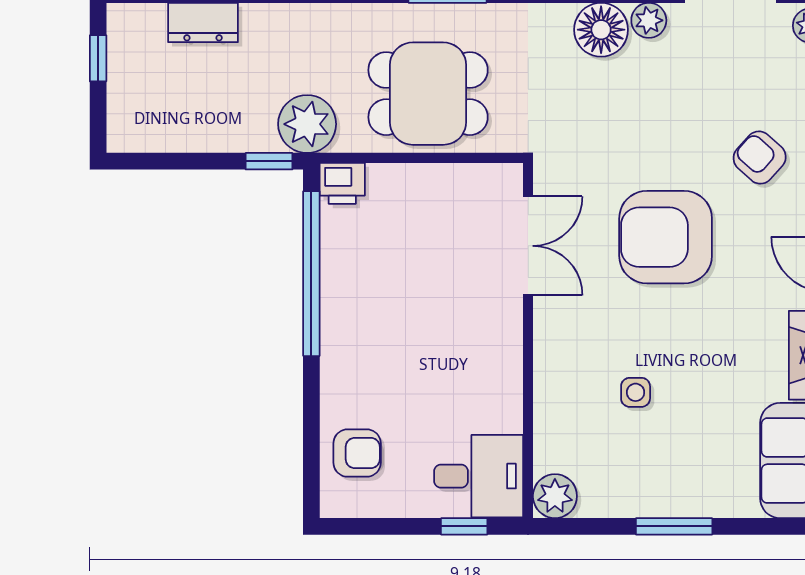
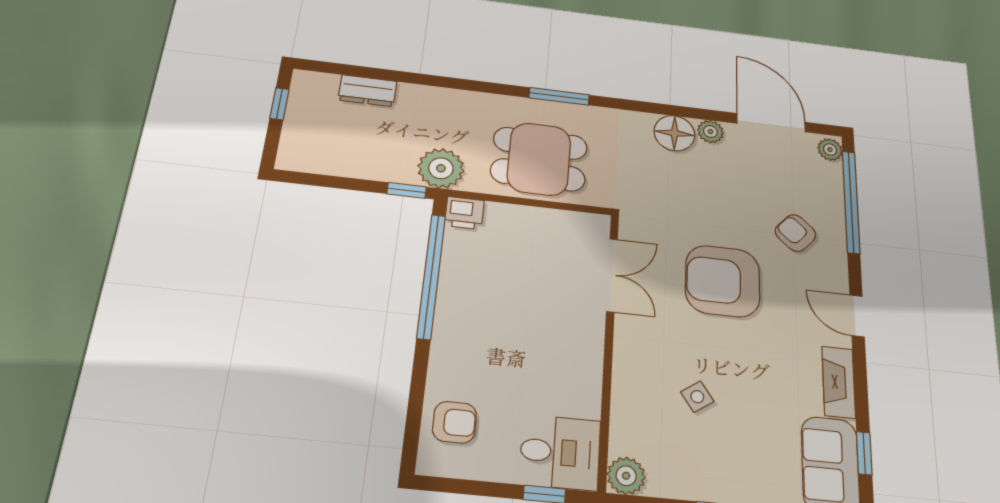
side table: (636, 392) -> (697, 397), turned -34

